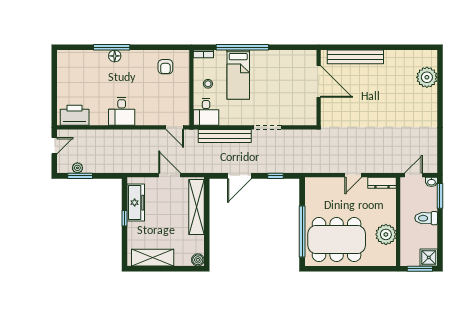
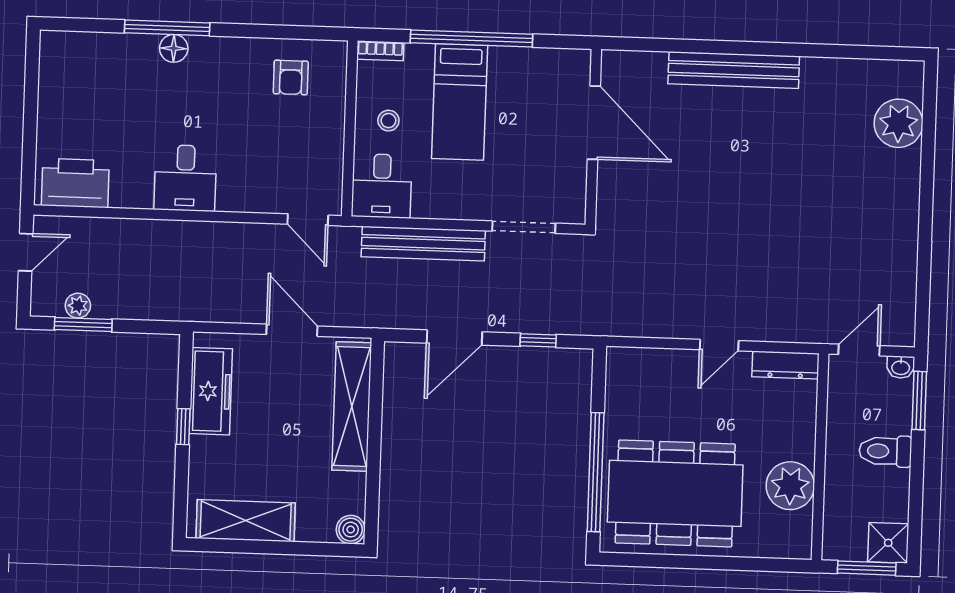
door: (319, 82) -> (594, 123), moved
wall: (319, 88) -> (593, 137), moved

